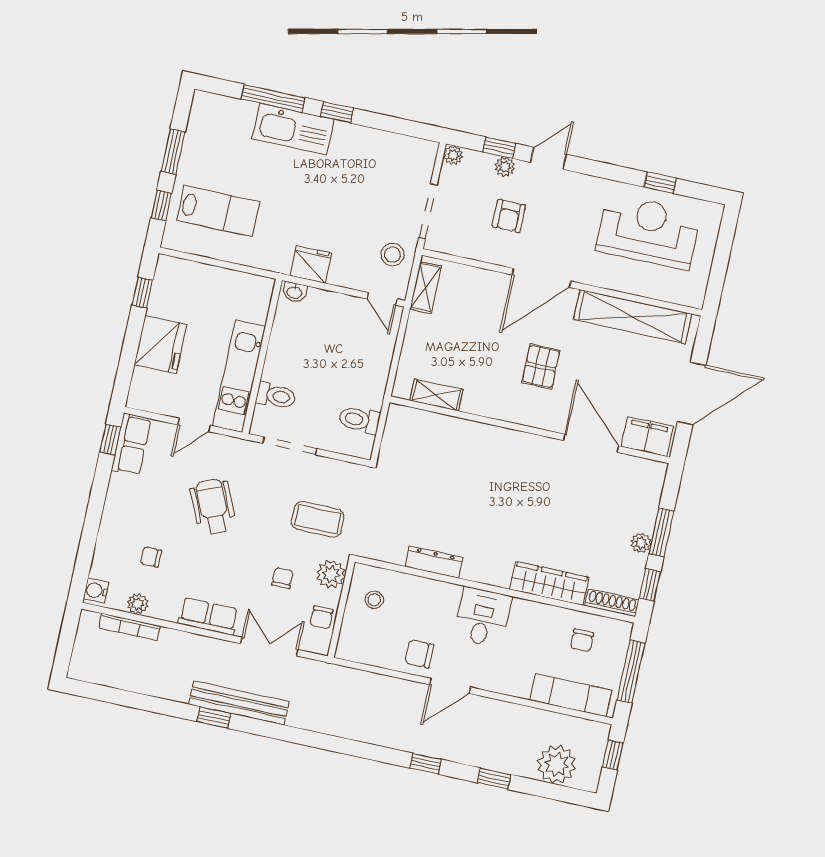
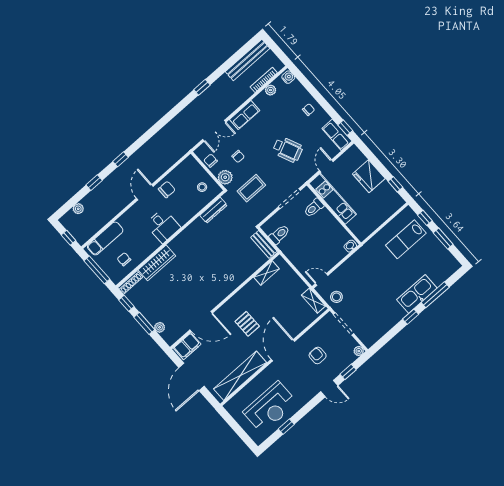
door: (549, 158) -> (329, 389), hinge flipped
plant: (505, 167) -> (339, 368), removed
fridge: (311, 264) -> (357, 261), removed
bench: (393, 433) -> (264, 244), added
plant: (641, 543) -> (160, 327), moved
chair: (151, 557) -> (309, 110), moved
dresser: (434, 562) -> (214, 210), moved
bench: (239, 703) -> (248, 60), moved
plant: (557, 764) -> (78, 209), width x0.53, depth x0.53

